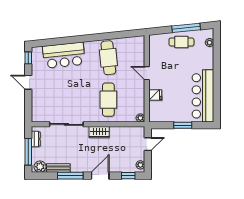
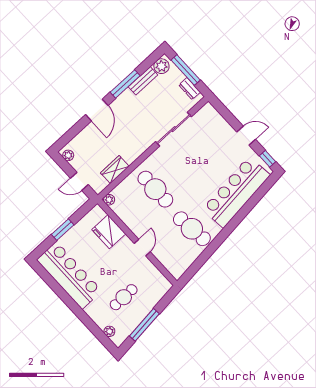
cafe table: (181, 42) -> (124, 297), moved
bar counter: (64, 55) -> (236, 192), width x1.36
door: (147, 73) -> (142, 248), hinge flipped
fridge: (155, 95) -> (109, 232), width x1.88, depth x1.34
wardrobe: (99, 132) -> (115, 170), moved
door: (148, 144) -> (79, 181), hinge flipped
window: (128, 176) -> (70, 135), removed

